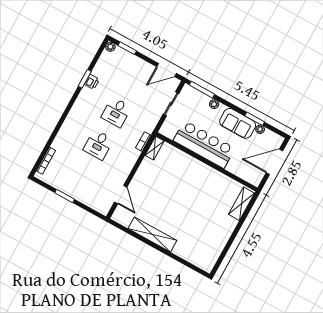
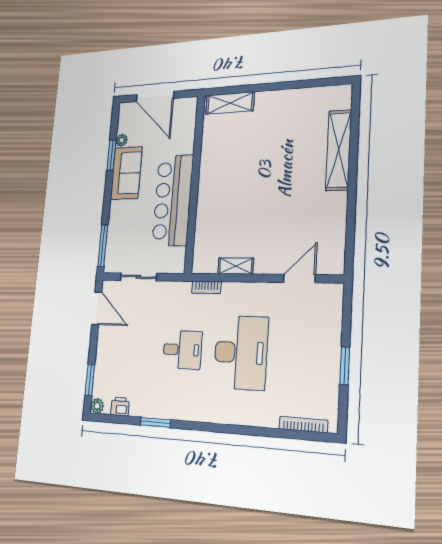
printer: (92, 82) -> (120, 406), moved
plant: (214, 104) -> (115, 218), removed
desk: (98, 145) -> (241, 352), width x1.87, depth x1.30
shelving: (155, 148) -> (236, 266), moved
shelving: (152, 234) -> (339, 150), moved

